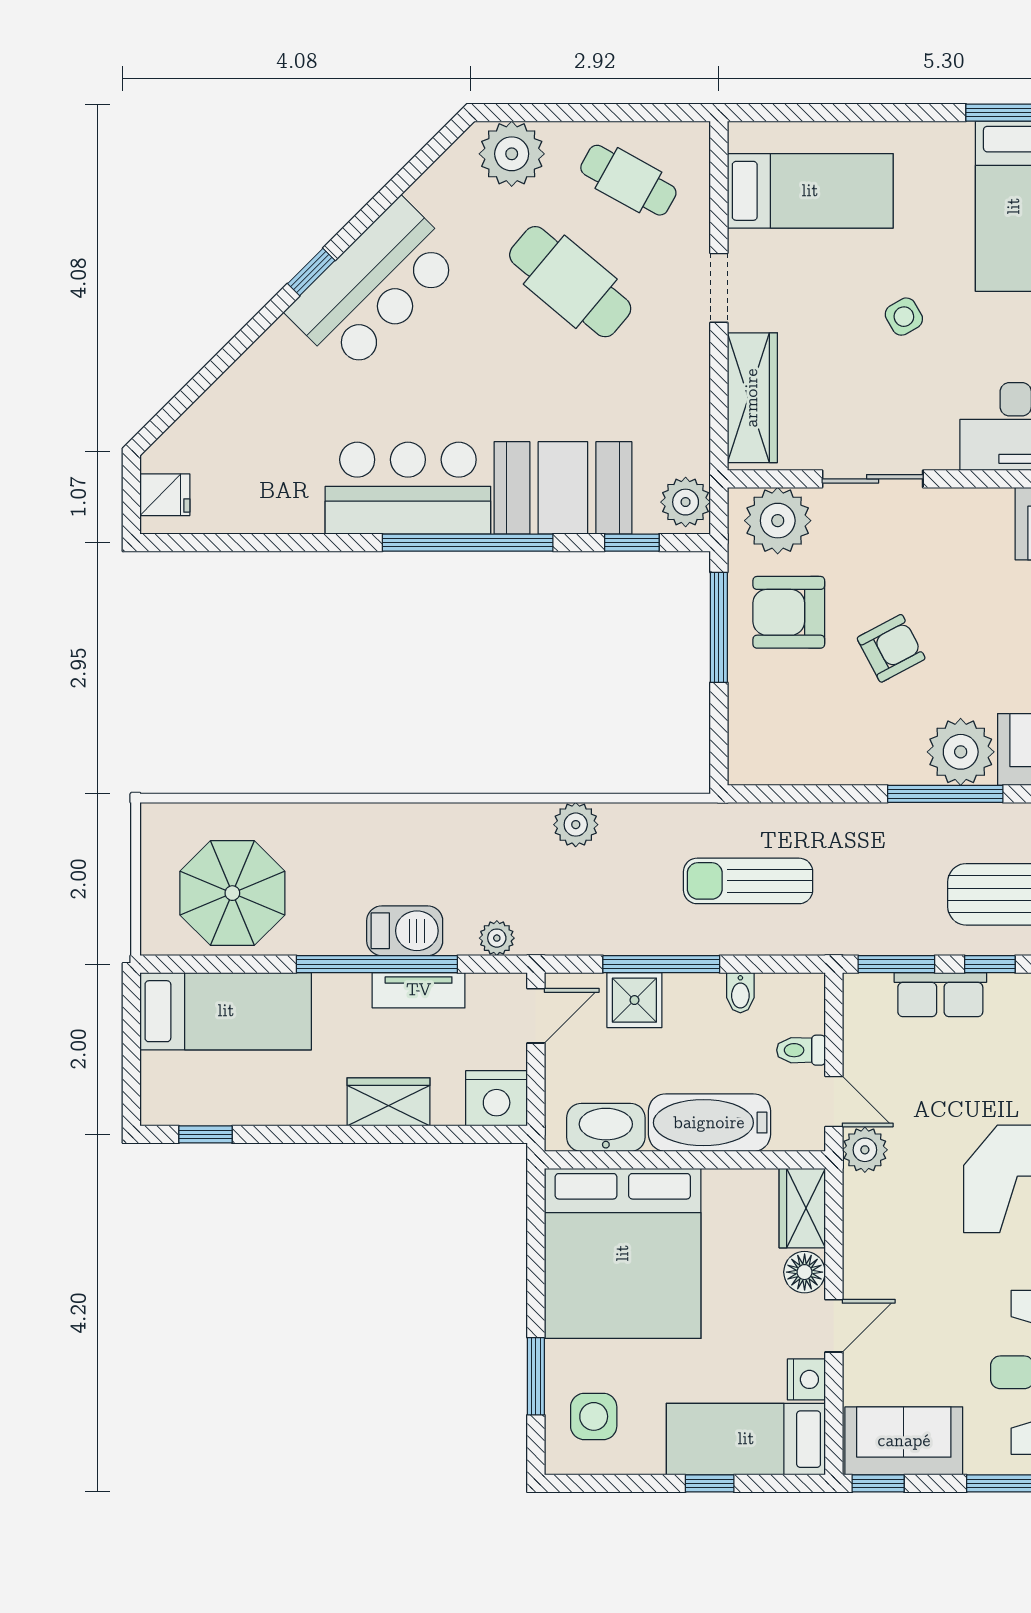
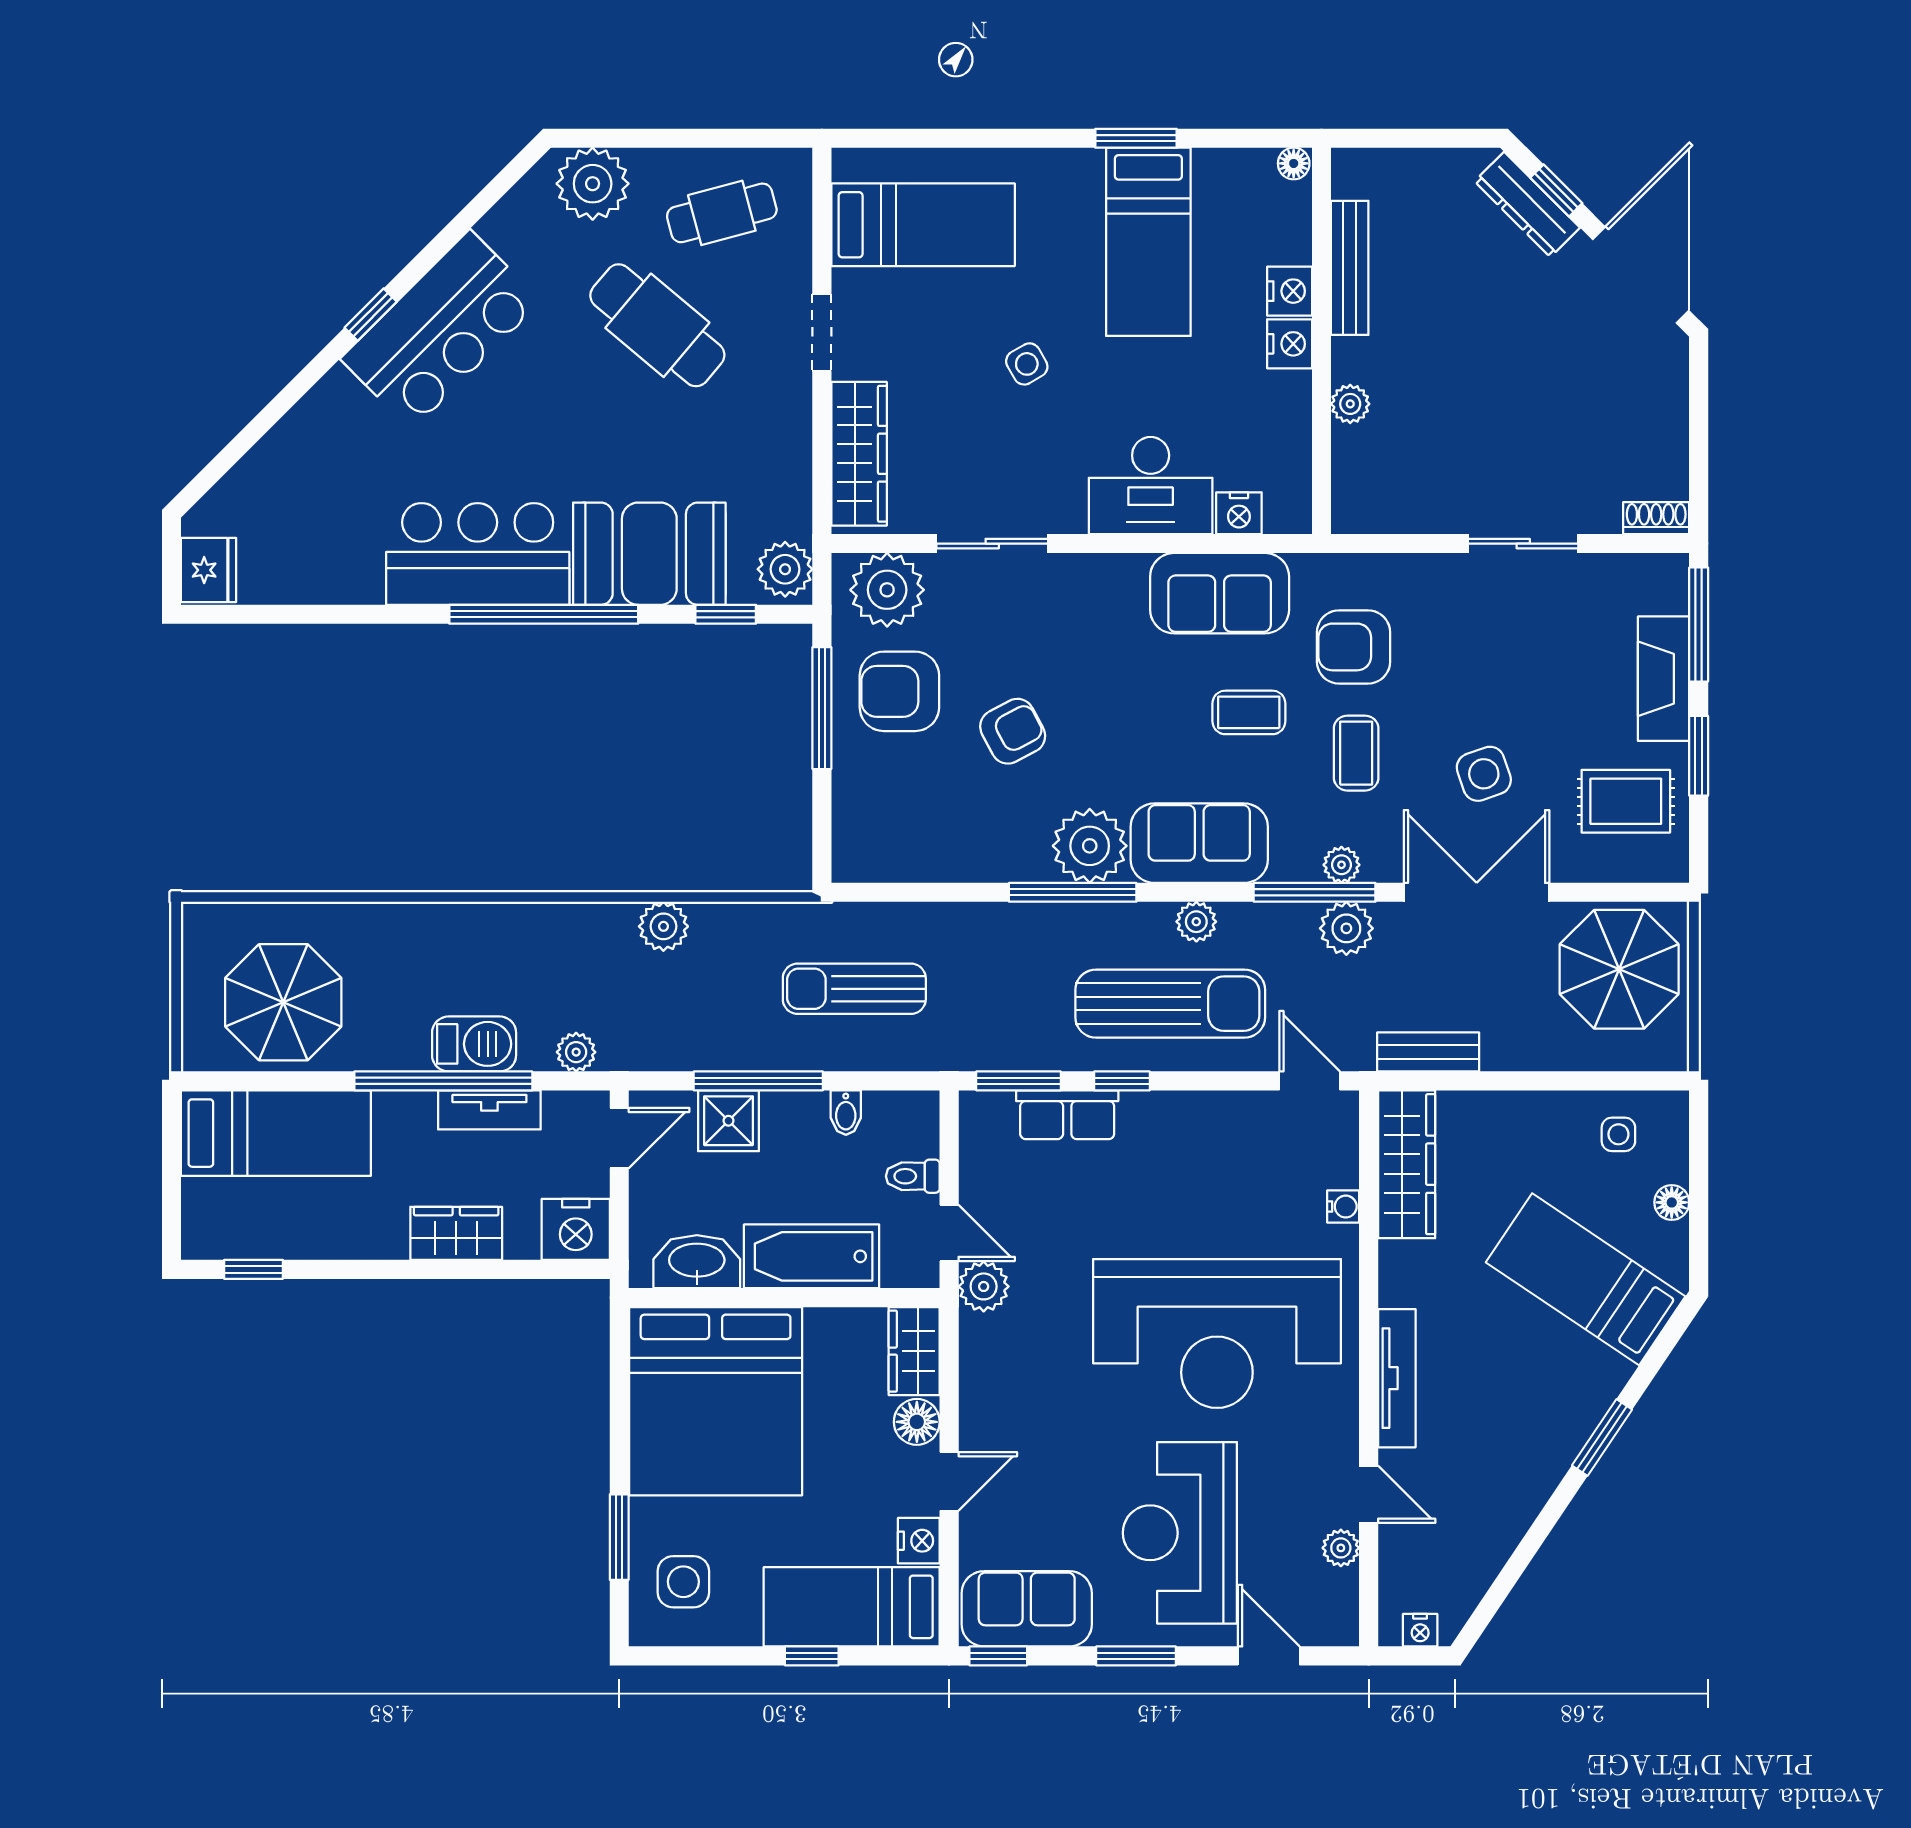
cafe table: (628, 180) -> (722, 213), turned -44
fridge: (165, 495) -> (209, 570), width x1.38

